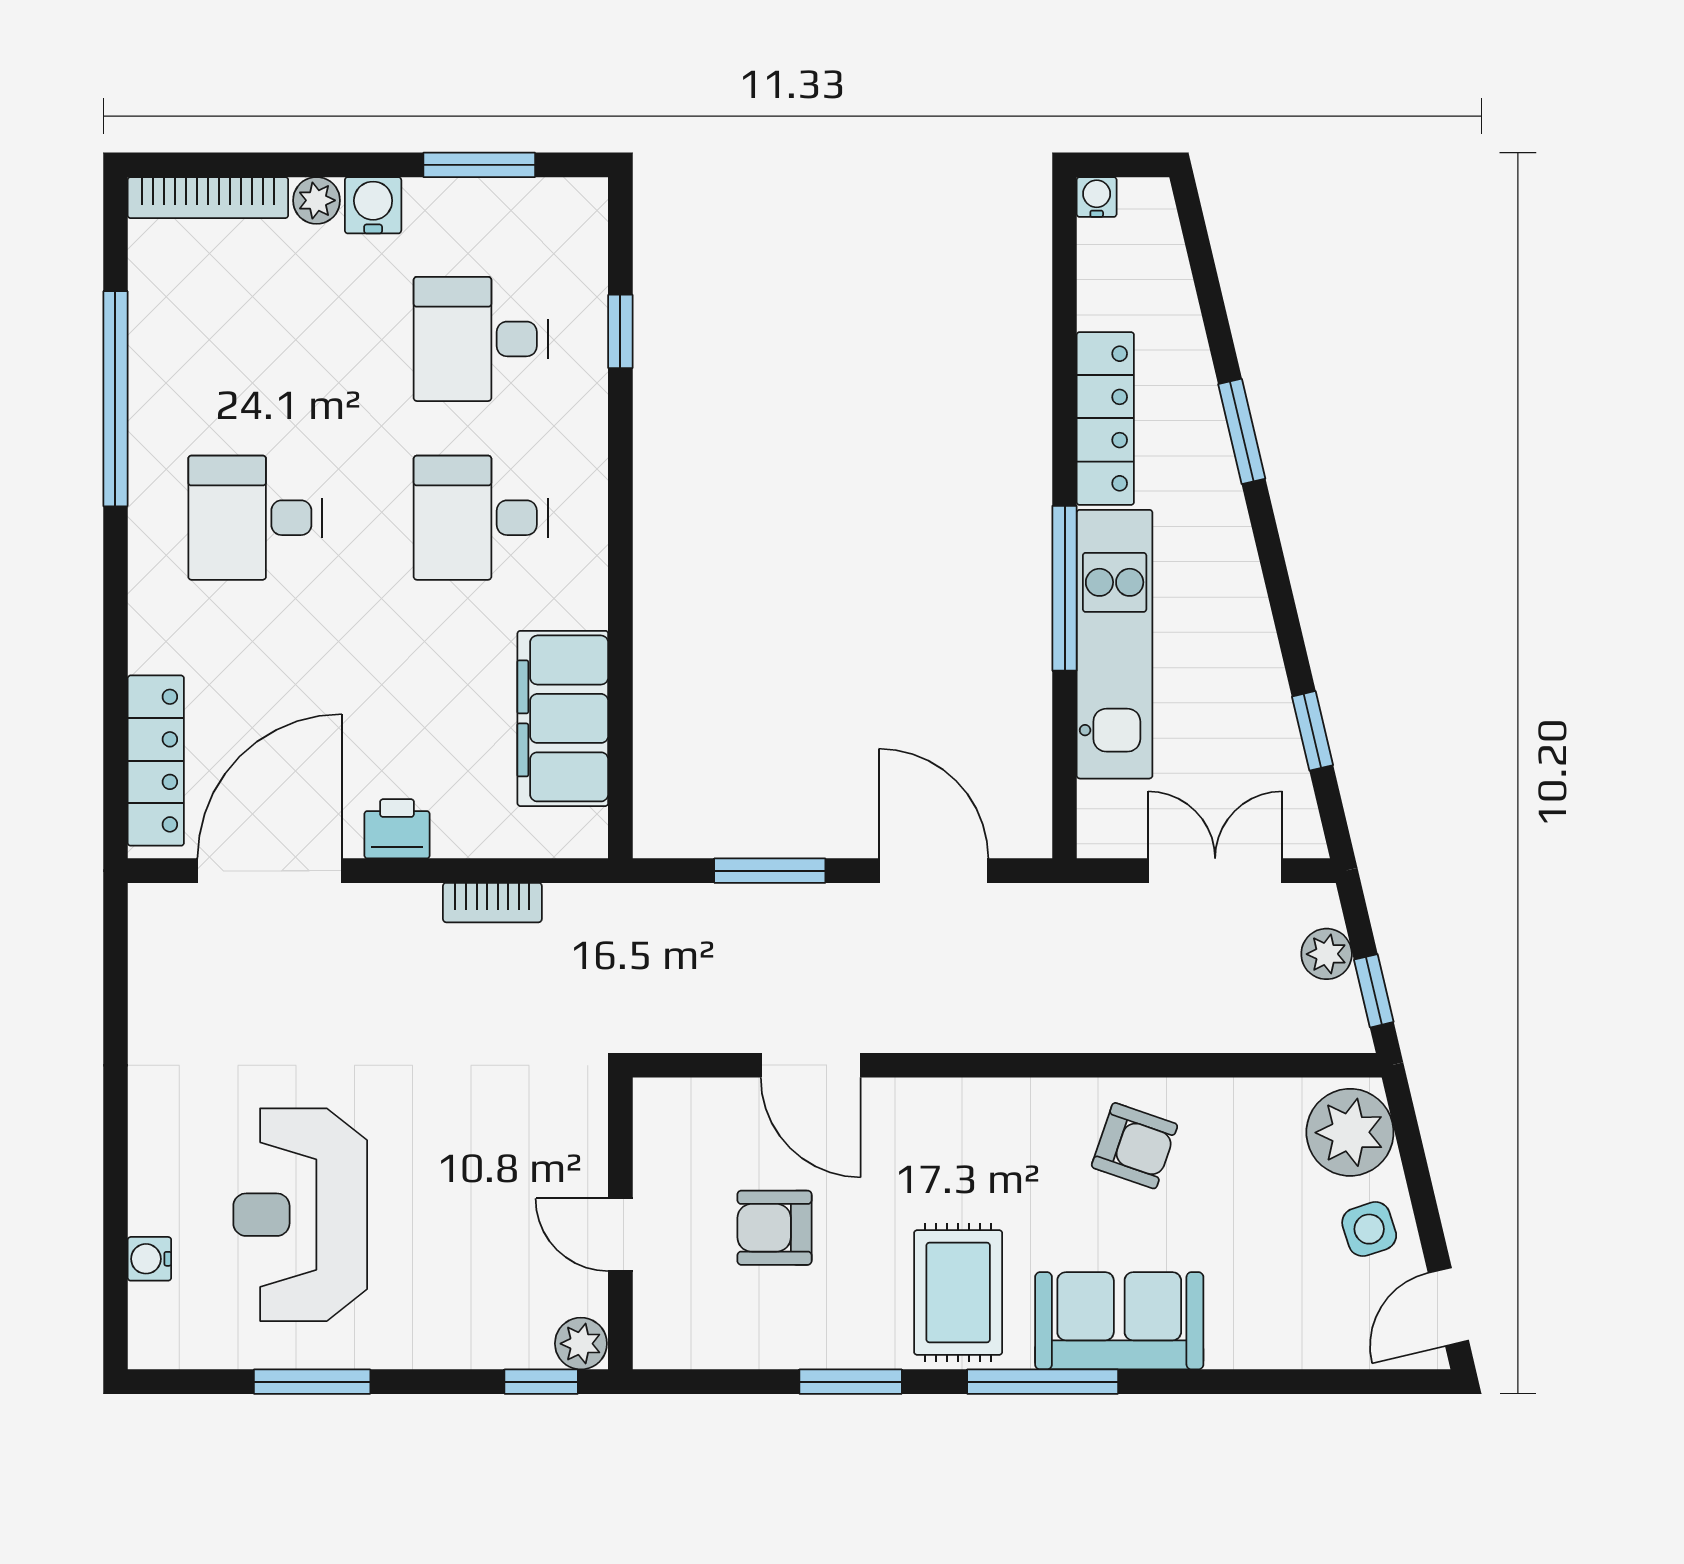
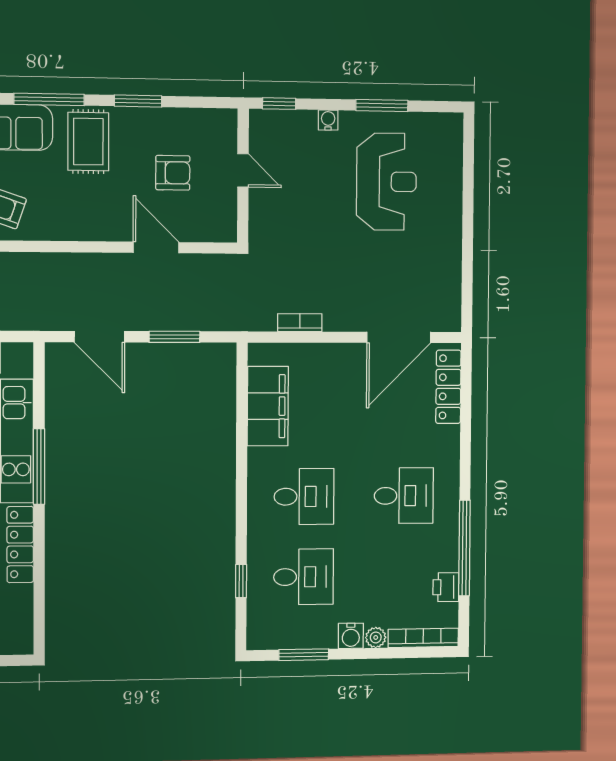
water cooler: (1097, 197) -> (24, 646), removed
printer: (397, 829) -> (446, 587), moved, turned 90
water cooler: (149, 1259) -> (328, 120), moved, turned -90
plant: (581, 1344) -> (261, 121), removed

